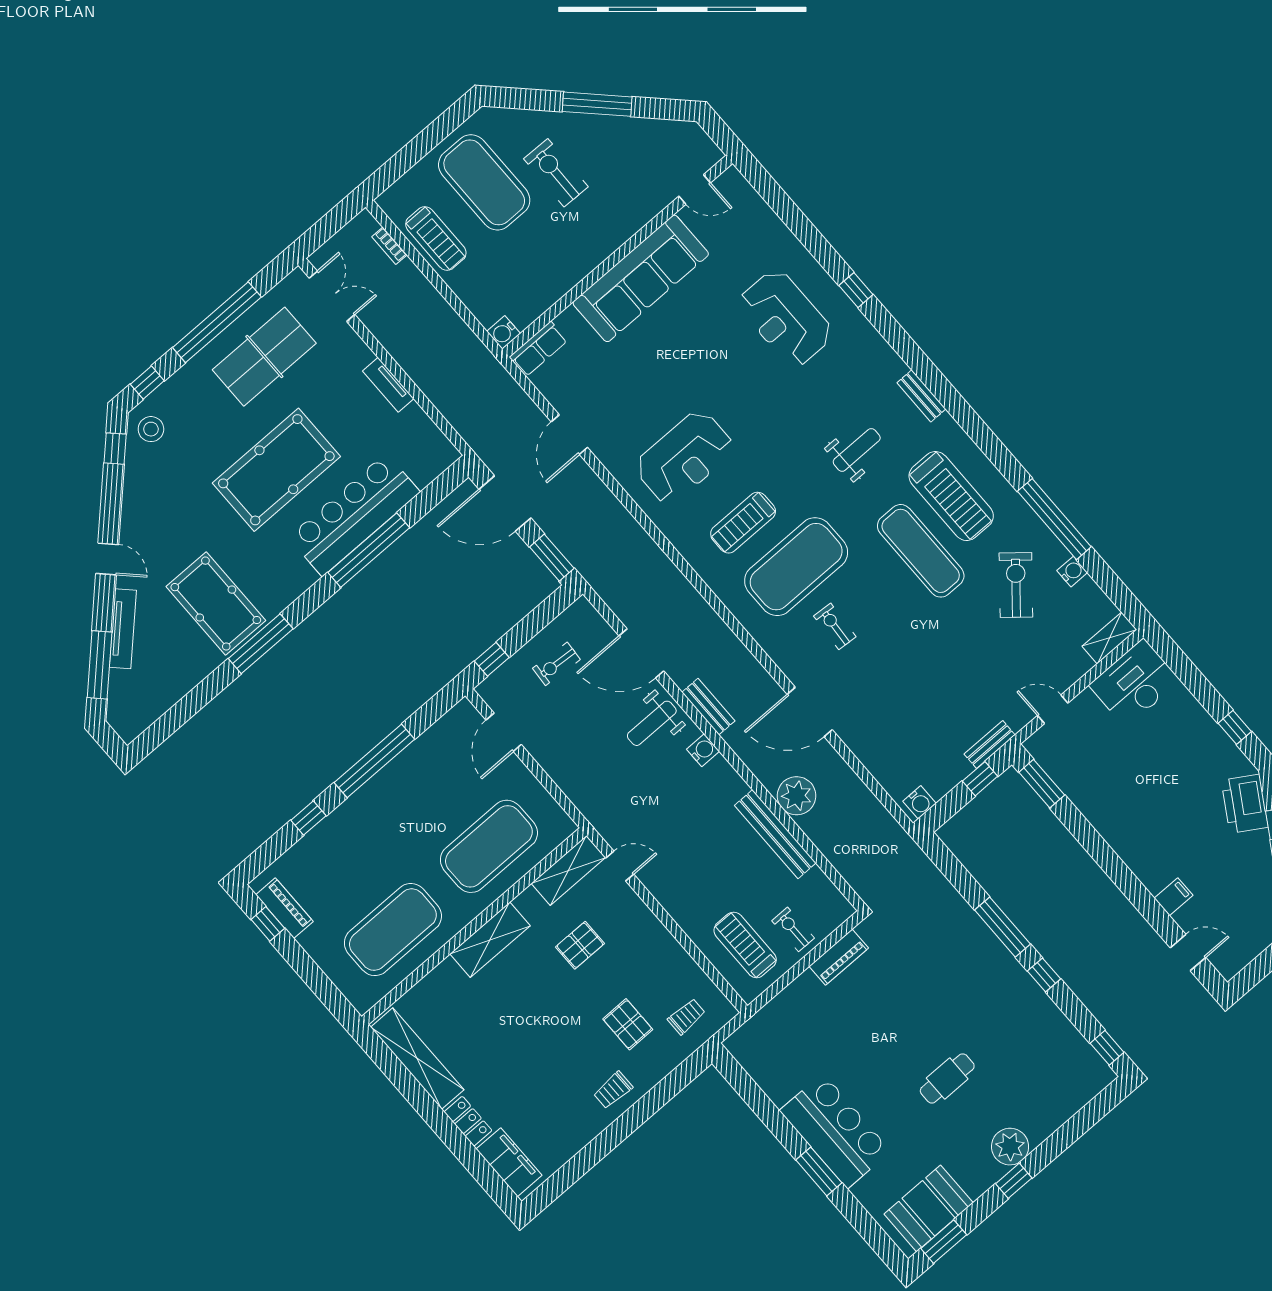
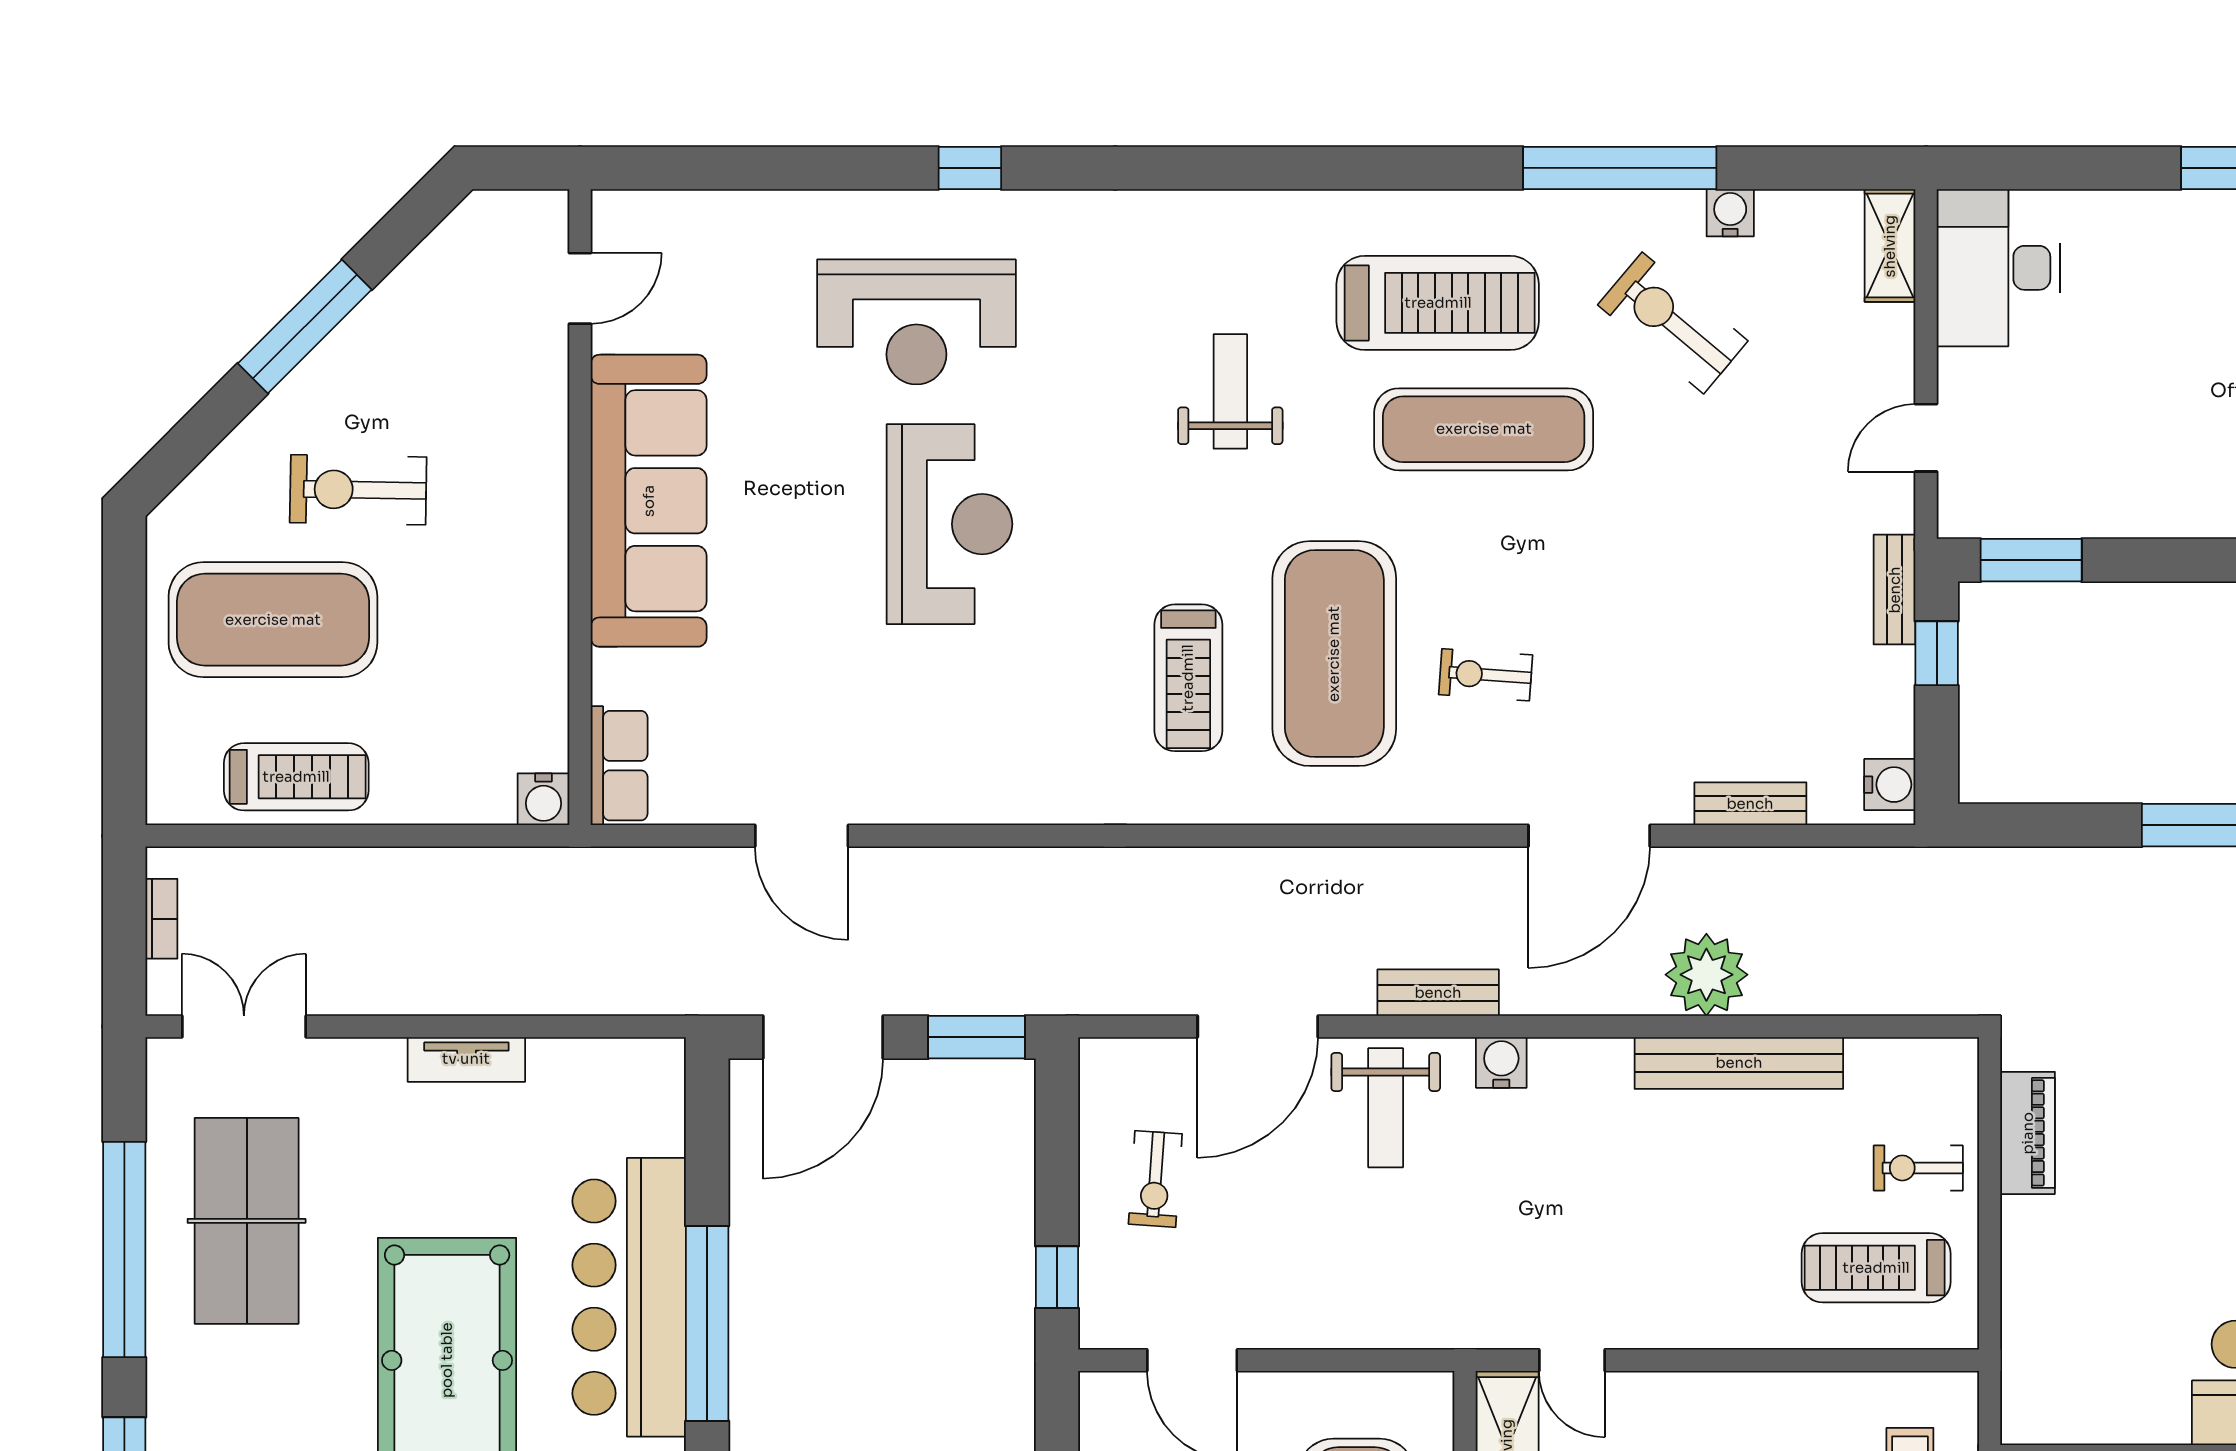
bookcase: (389, 246) -> (161, 919), moved, turned -90
bench: (921, 396) -> (1750, 804), moved
reception desk: (684, 457) -> (949, 524), moved
door: (620, 866) -> (1572, 1360), swing flipped

